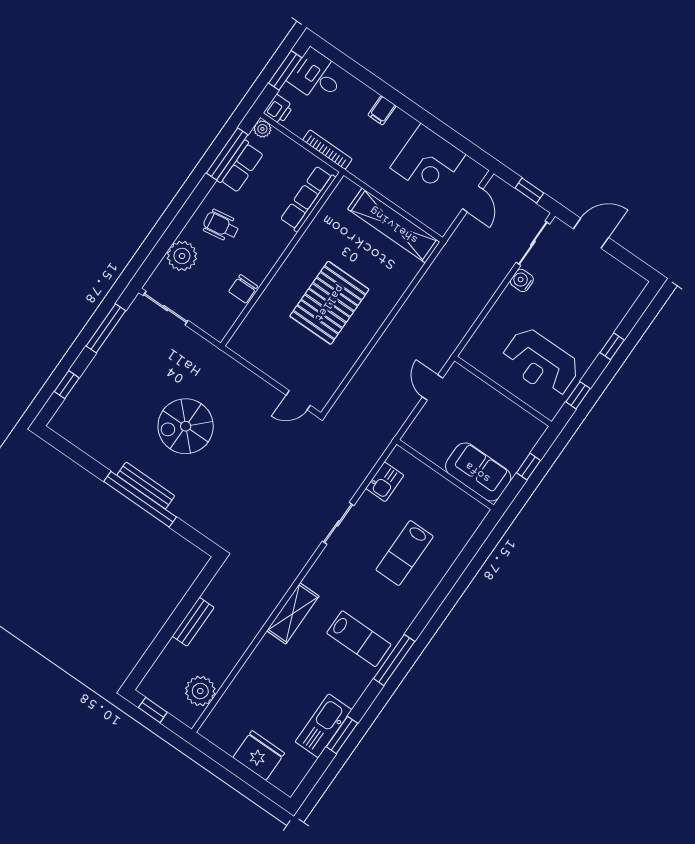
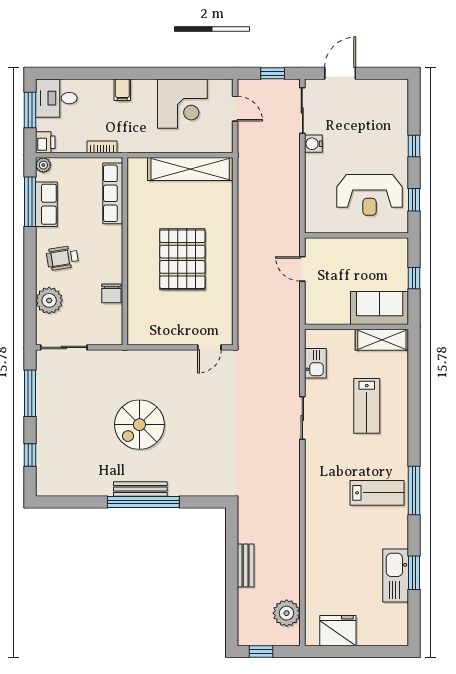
bookcase: (327, 150) -> (102, 147), width x0.64
shelving: (293, 613) -> (382, 340), moved, turned 90
fridge: (259, 755) -> (338, 631), moved

